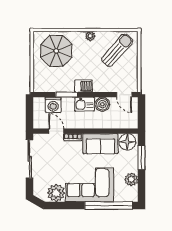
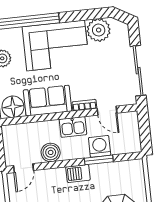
door: (124, 95) -> (23, 168), swing flipped
kitchen sink: (85, 104) -> (73, 127), moved, turned 180
washing machine: (53, 105) -> (100, 146), moved

